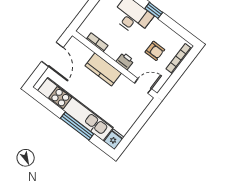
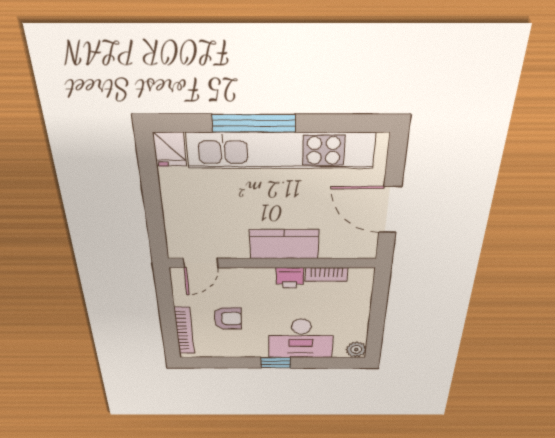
armchair: (155, 51) -> (228, 318), turned 180
printer: (125, 61) -> (290, 278), moved

